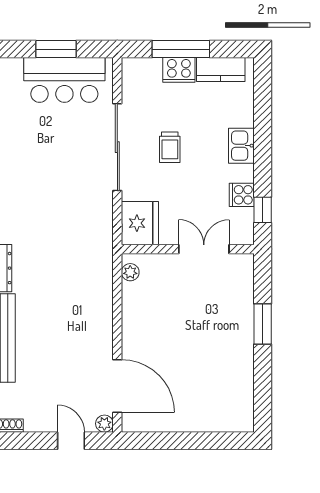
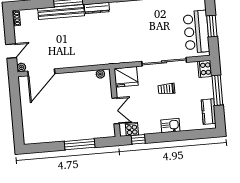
cooker: (179, 70) -> (205, 69), moved
cooker: (242, 195) -> (132, 129), moved
window: (263, 324) -> (80, 144), width x1.44

